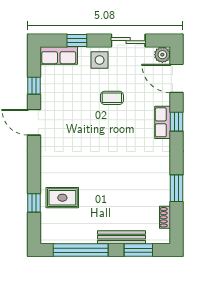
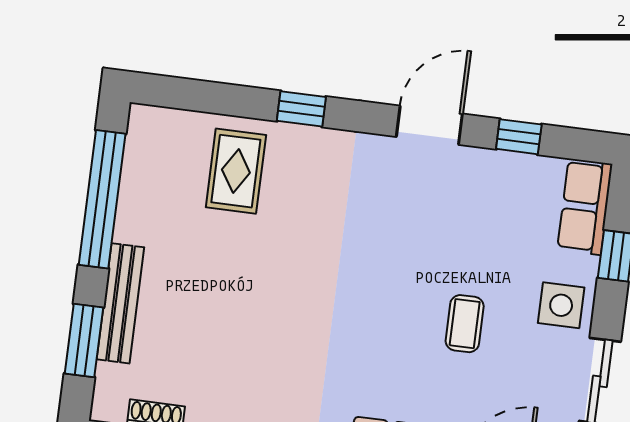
window: (34, 203) -> (301, 109), moved

